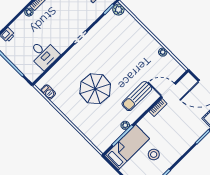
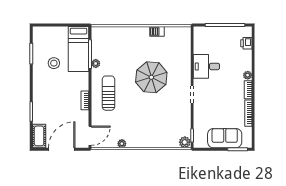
desk: (43, 54) -> (206, 66), moved
parasol: (95, 89) -> (151, 77), moved
door: (168, 90) -> (90, 136), moved
barbecue: (48, 92) -> (157, 31), moved

